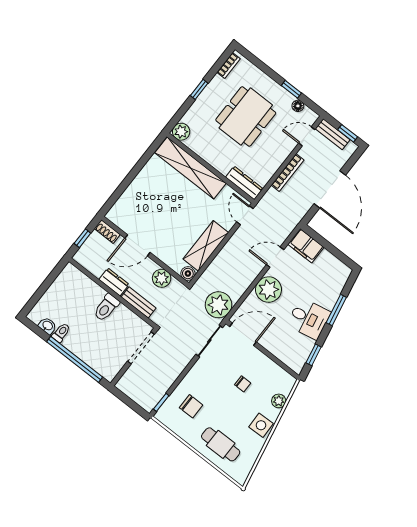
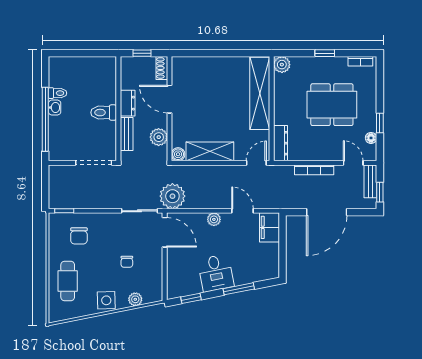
plant: (269, 290) -> (214, 219), width x0.53, depth x0.53
washbasin: (47, 326) -> (55, 108), moved

